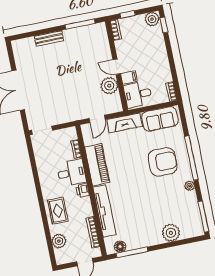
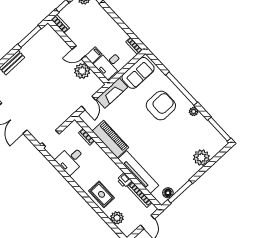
desk: (71, 173) -> (71, 160), moved, turned 180
printer: (83, 190) -> (124, 180), moved

